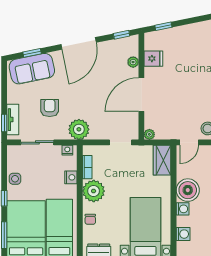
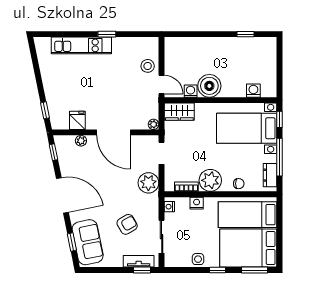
armchair: (50, 108) -> (127, 224), turned 150
plant: (79, 129) -> (148, 183), moved
washing machine: (183, 209) -> (191, 91), moved

